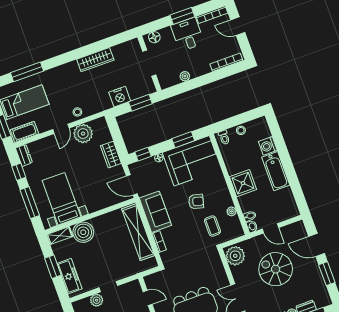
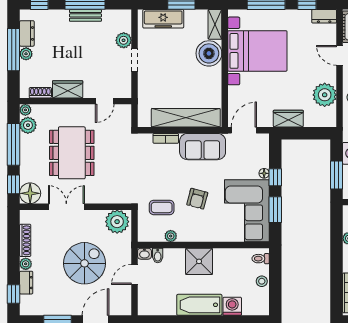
door: (61, 129) -> (340, 55), moved
window: (143, 154) -> (275, 177), moved
bed with nightstands: (61, 199) -> (257, 51), width x1.36

